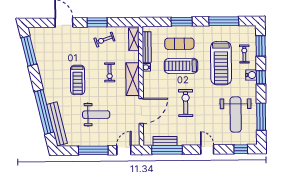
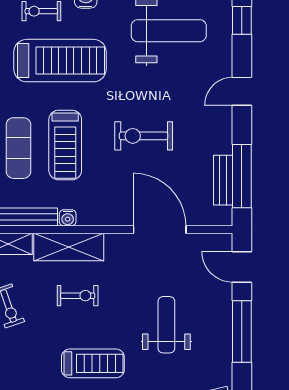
shelving: (133, 79) -> (69, 247), moved

